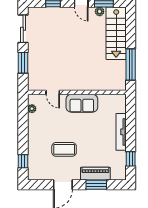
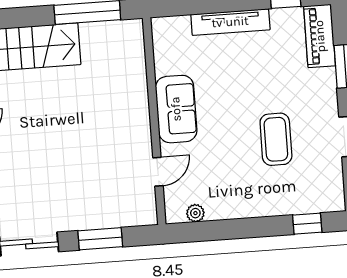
piano: (95, 174) -> (320, 36), moved

